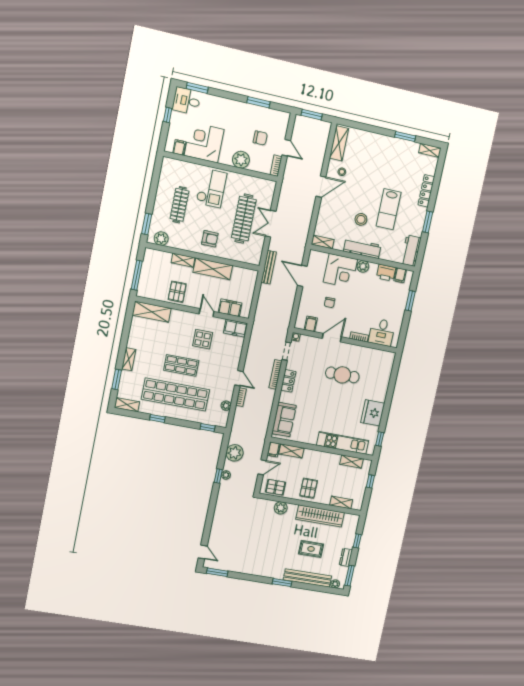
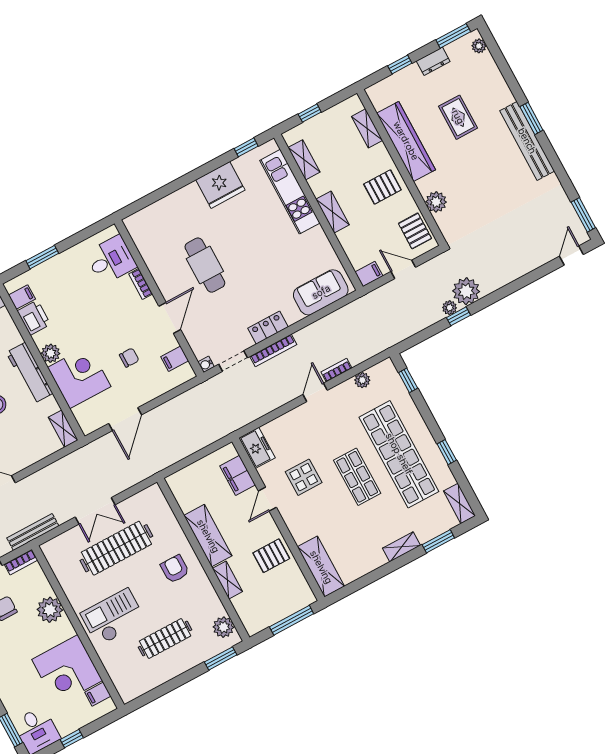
bench: (269, 267) -> (33, 532), moved
door: (332, 338) -> (170, 318), swing flipped
shelving: (291, 451) -> (333, 212), moved
plant: (235, 453) -> (466, 291), moved
bench: (307, 578) -> (527, 141), moved

